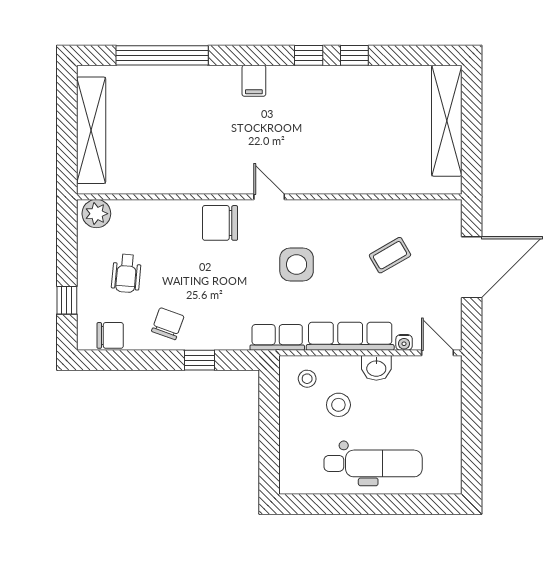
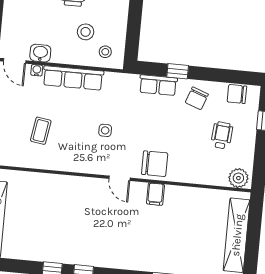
filing cabinet: (254, 81) -> (155, 194), moved, turned 180
coffee table: (390, 255) -> (41, 131), turned -51
side table: (297, 265) -> (105, 130), width x0.54, depth x0.54
row of seats: (277, 337) -> (158, 85), moved
washbasin: (376, 368) -> (40, 53), moved

